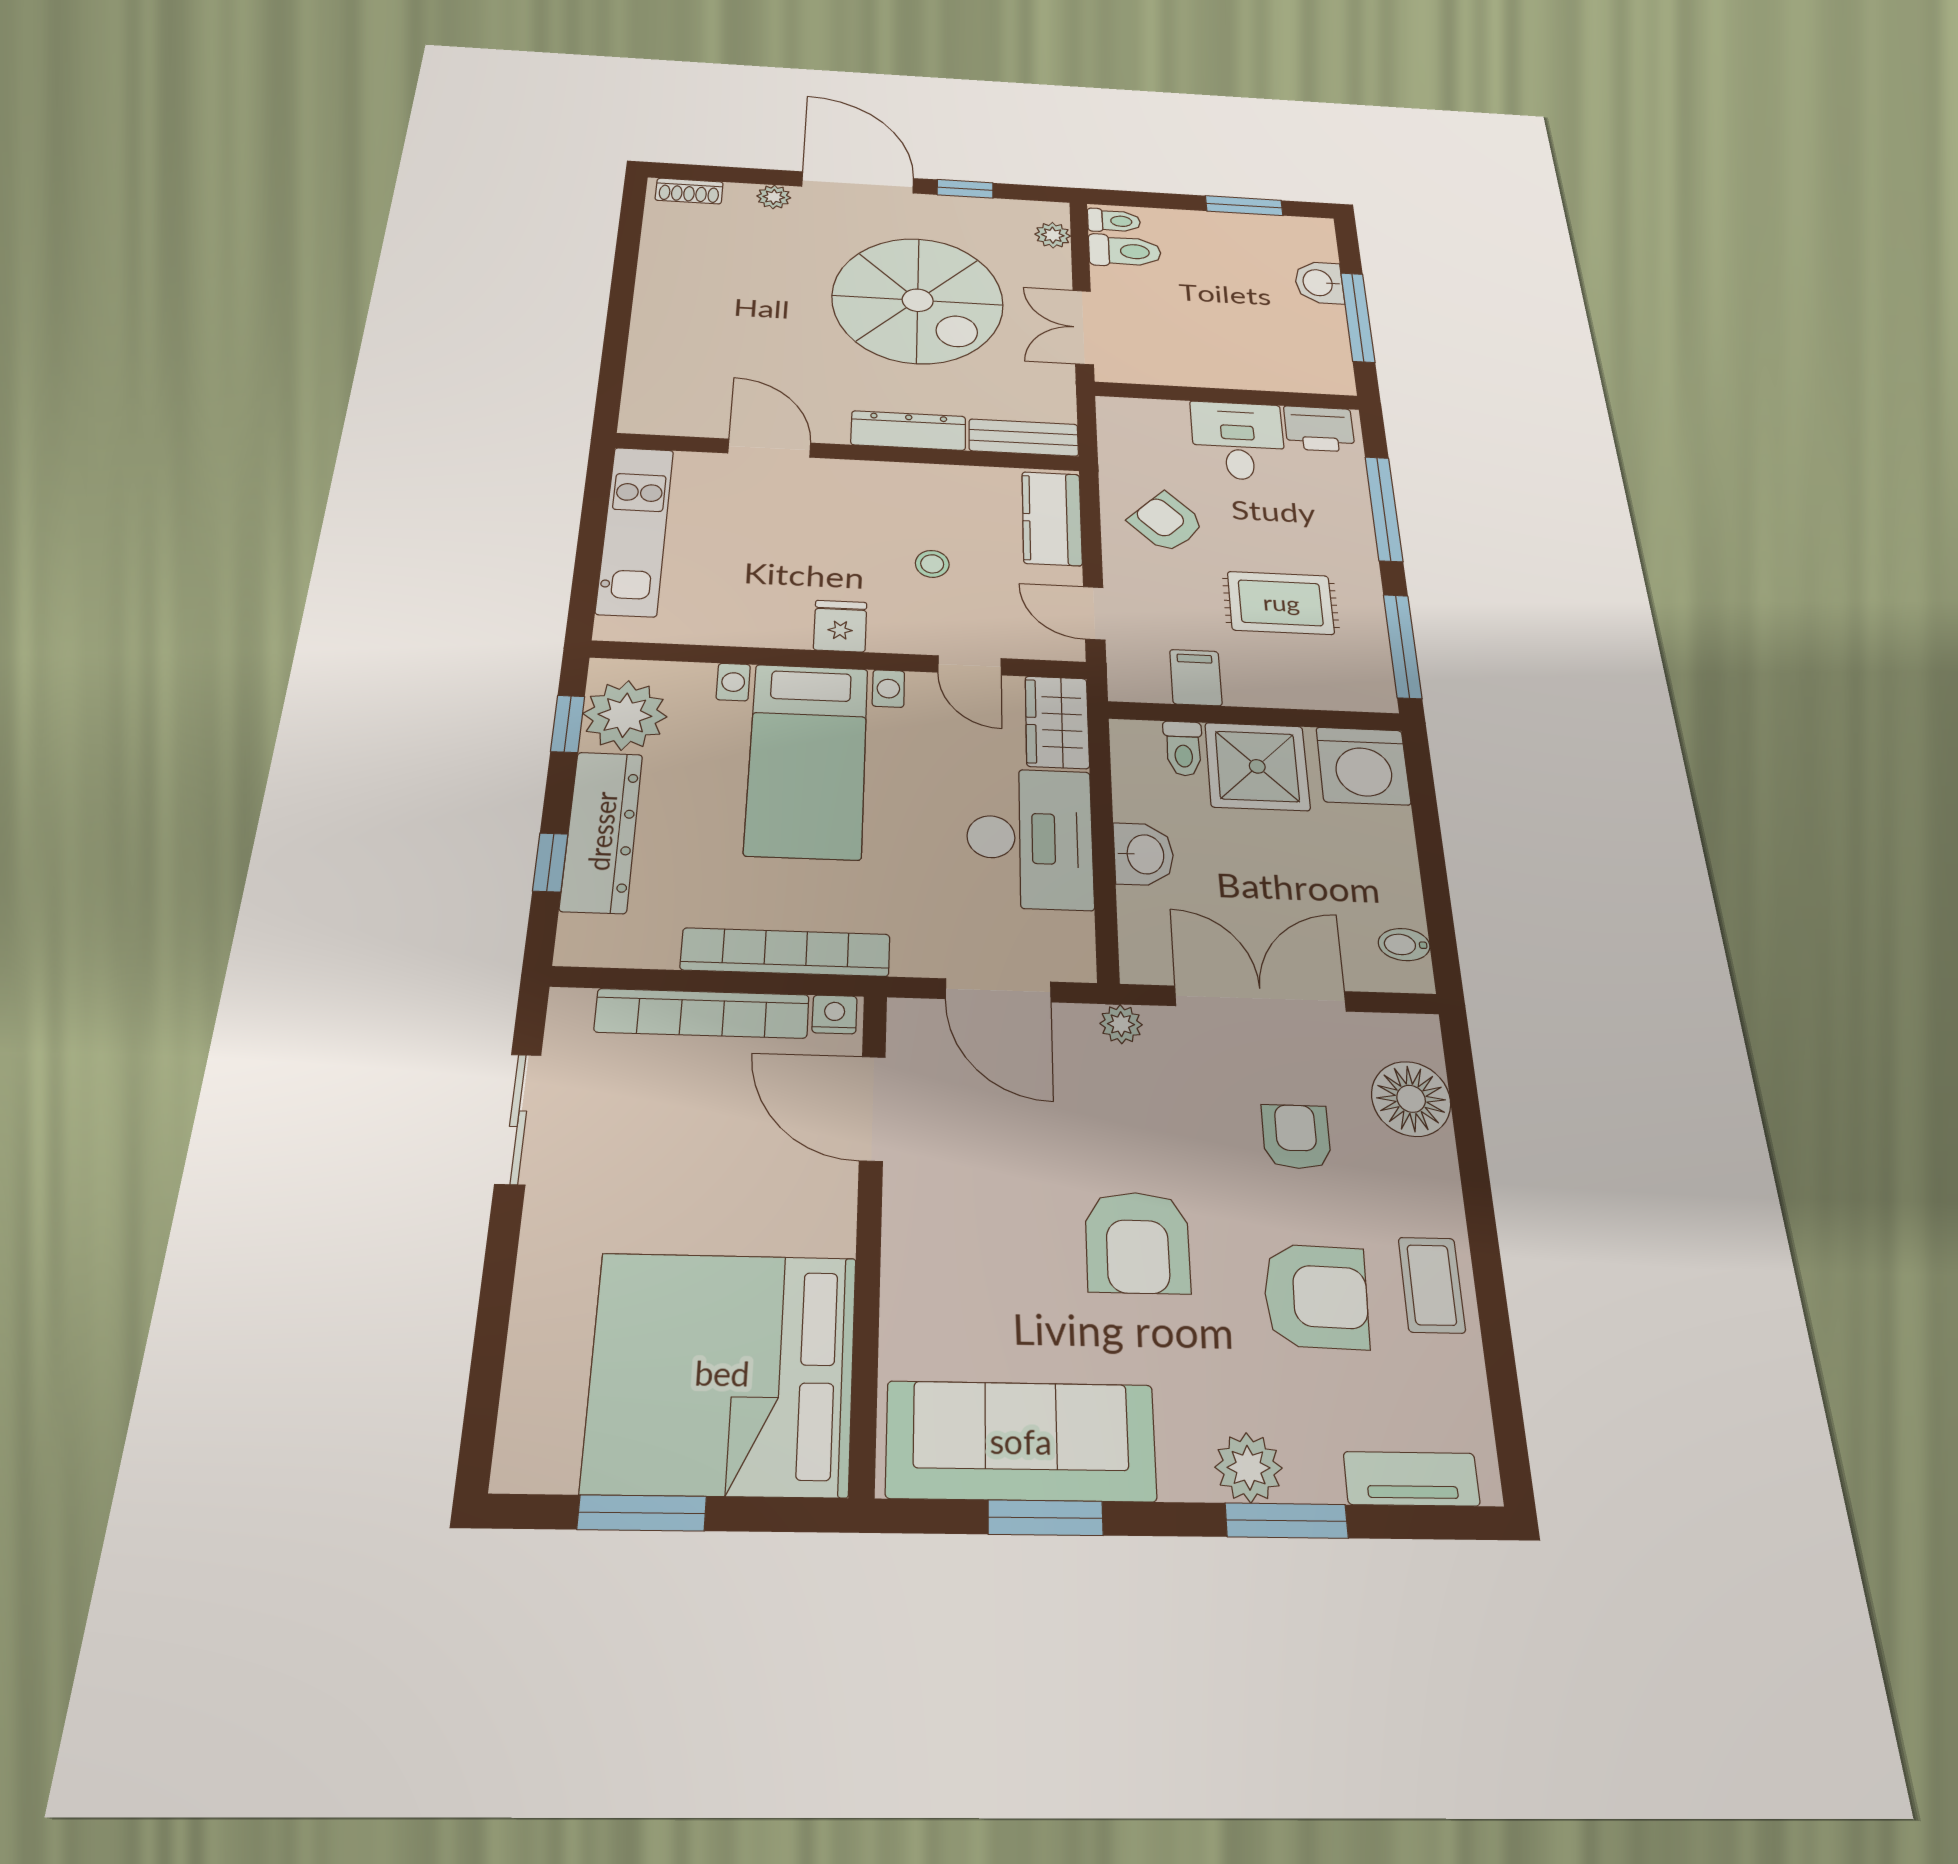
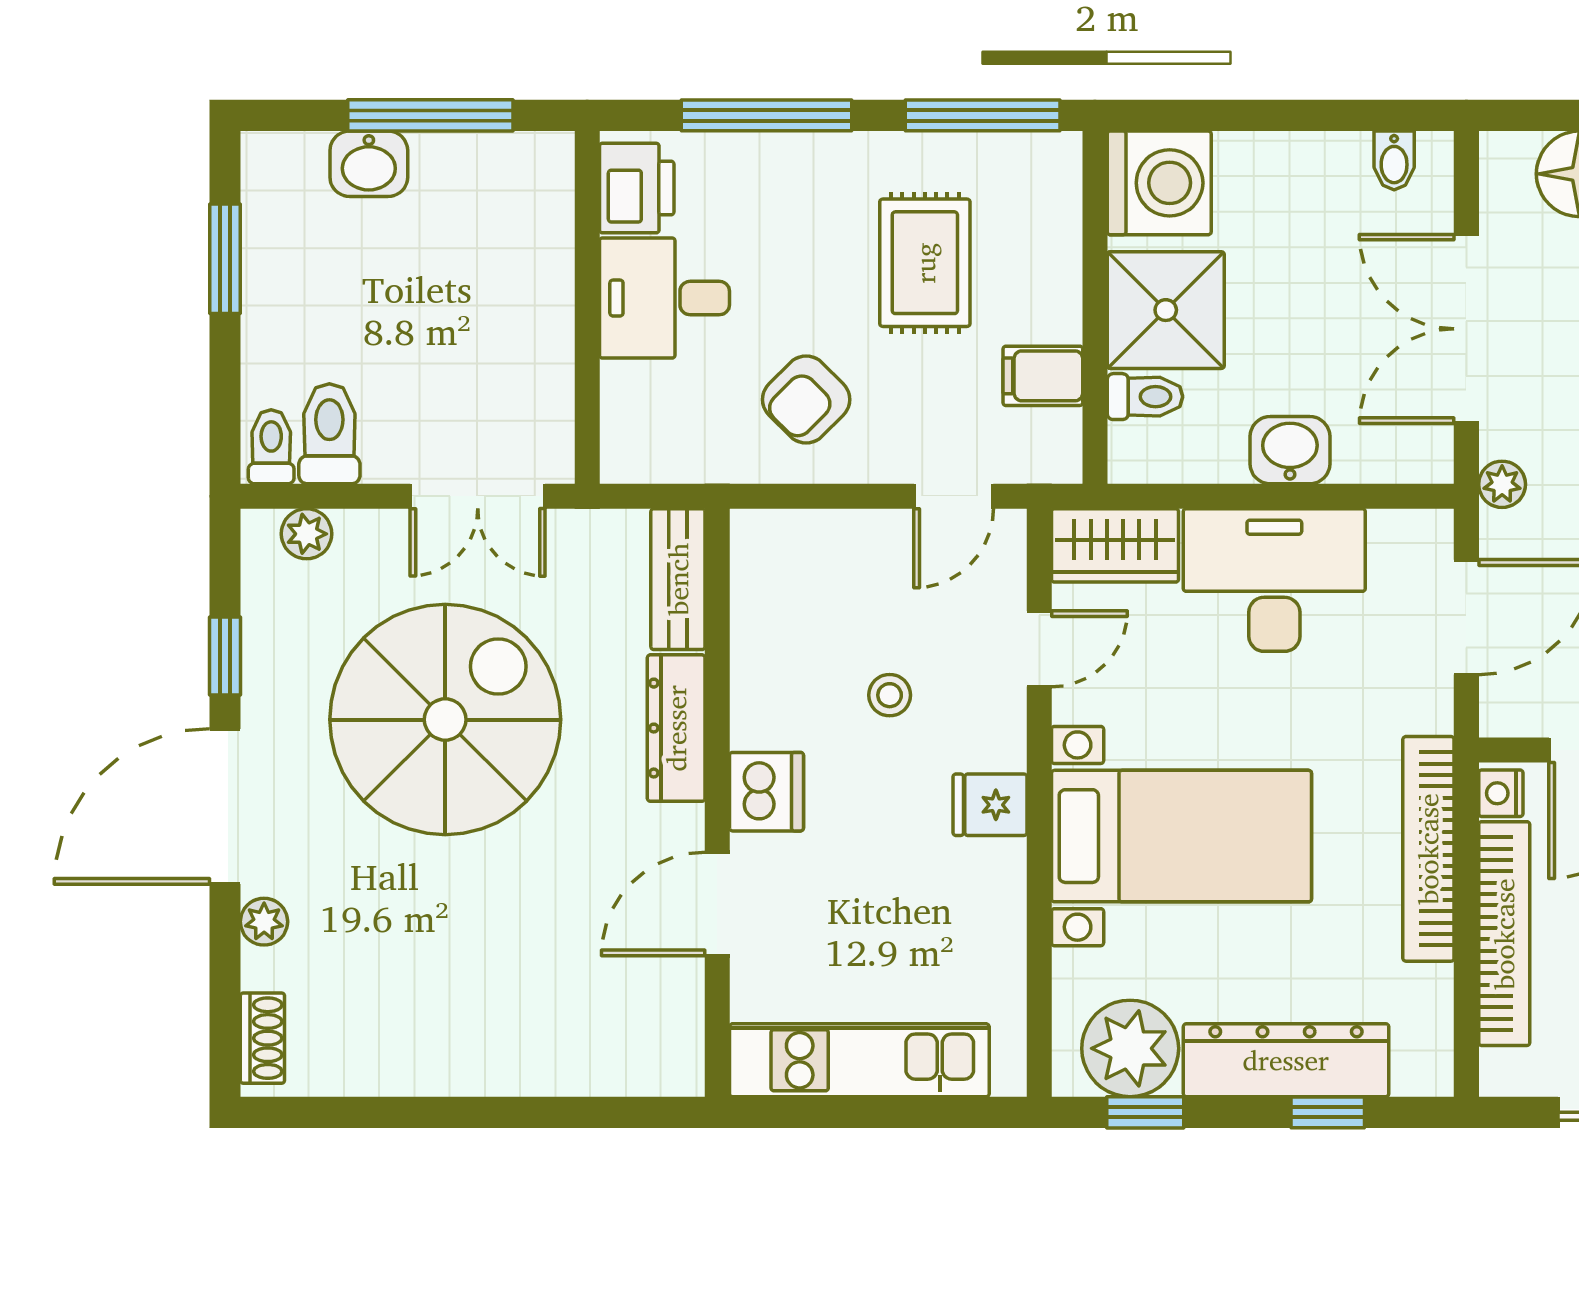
dishwasher: (857, 483) -> (766, 792), added
kitchen counter: (1052, 518) -> (809, 545), removed

